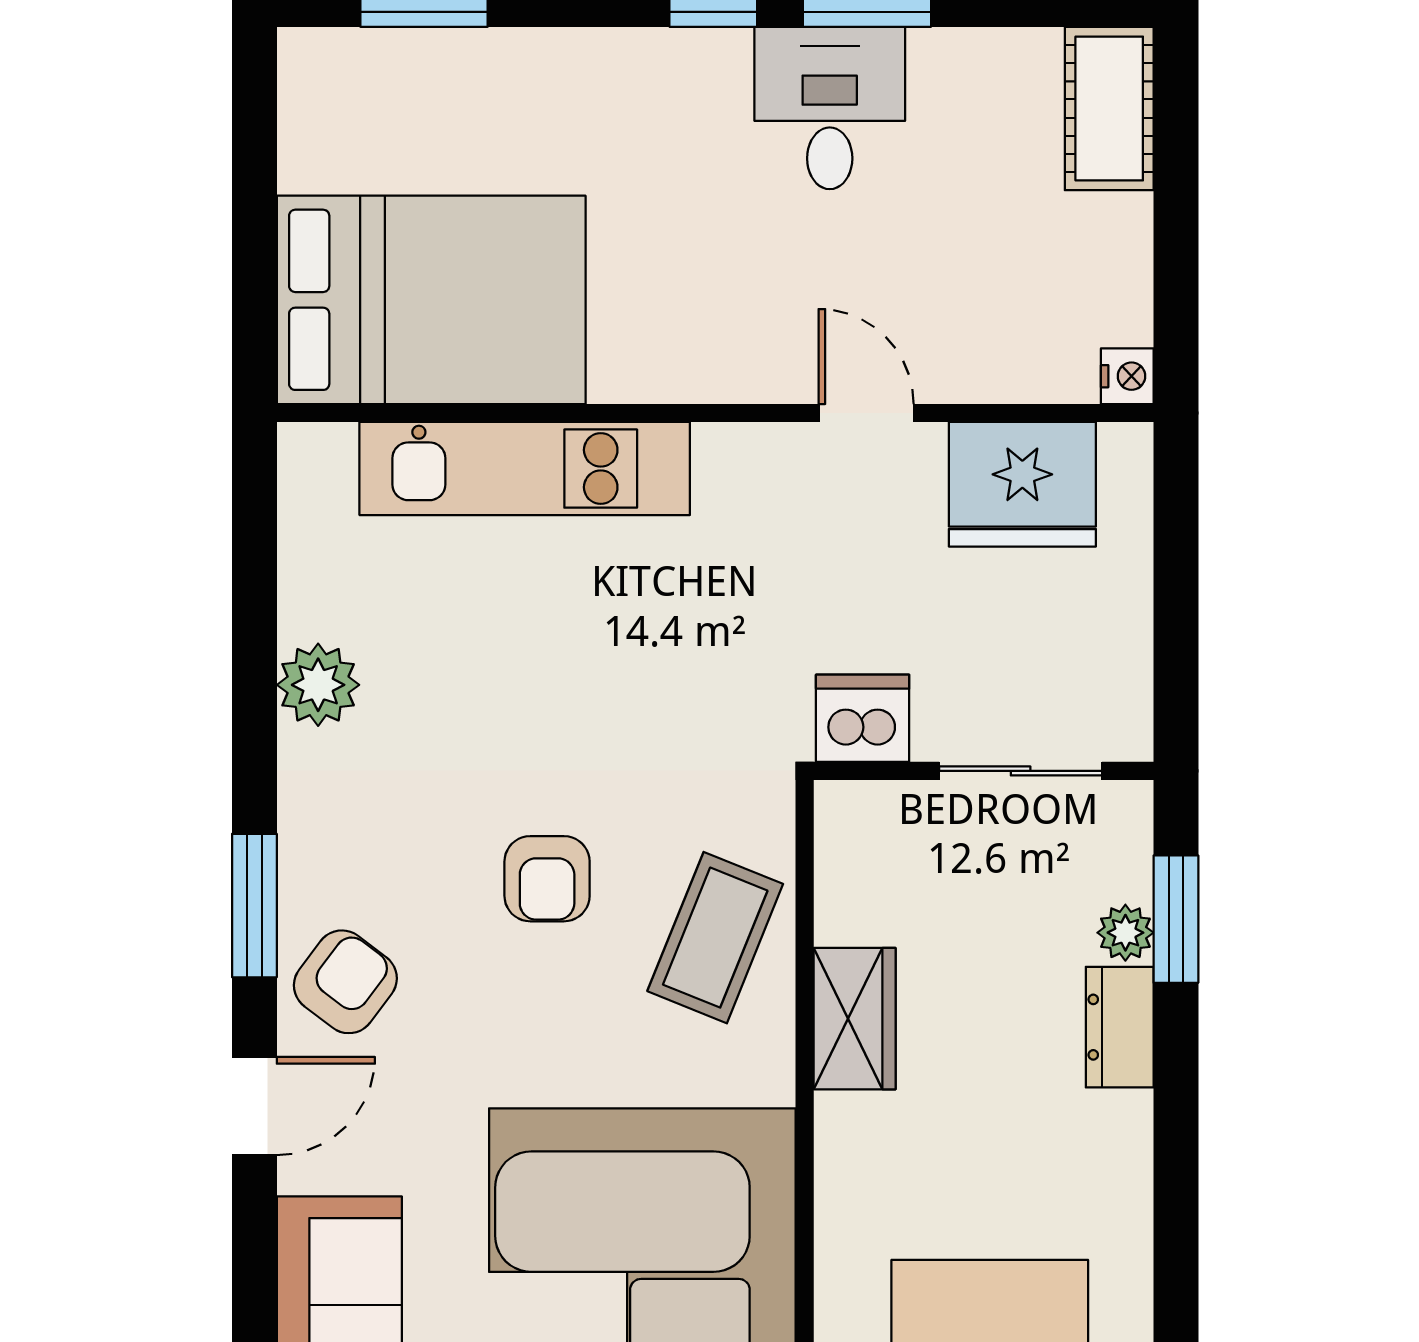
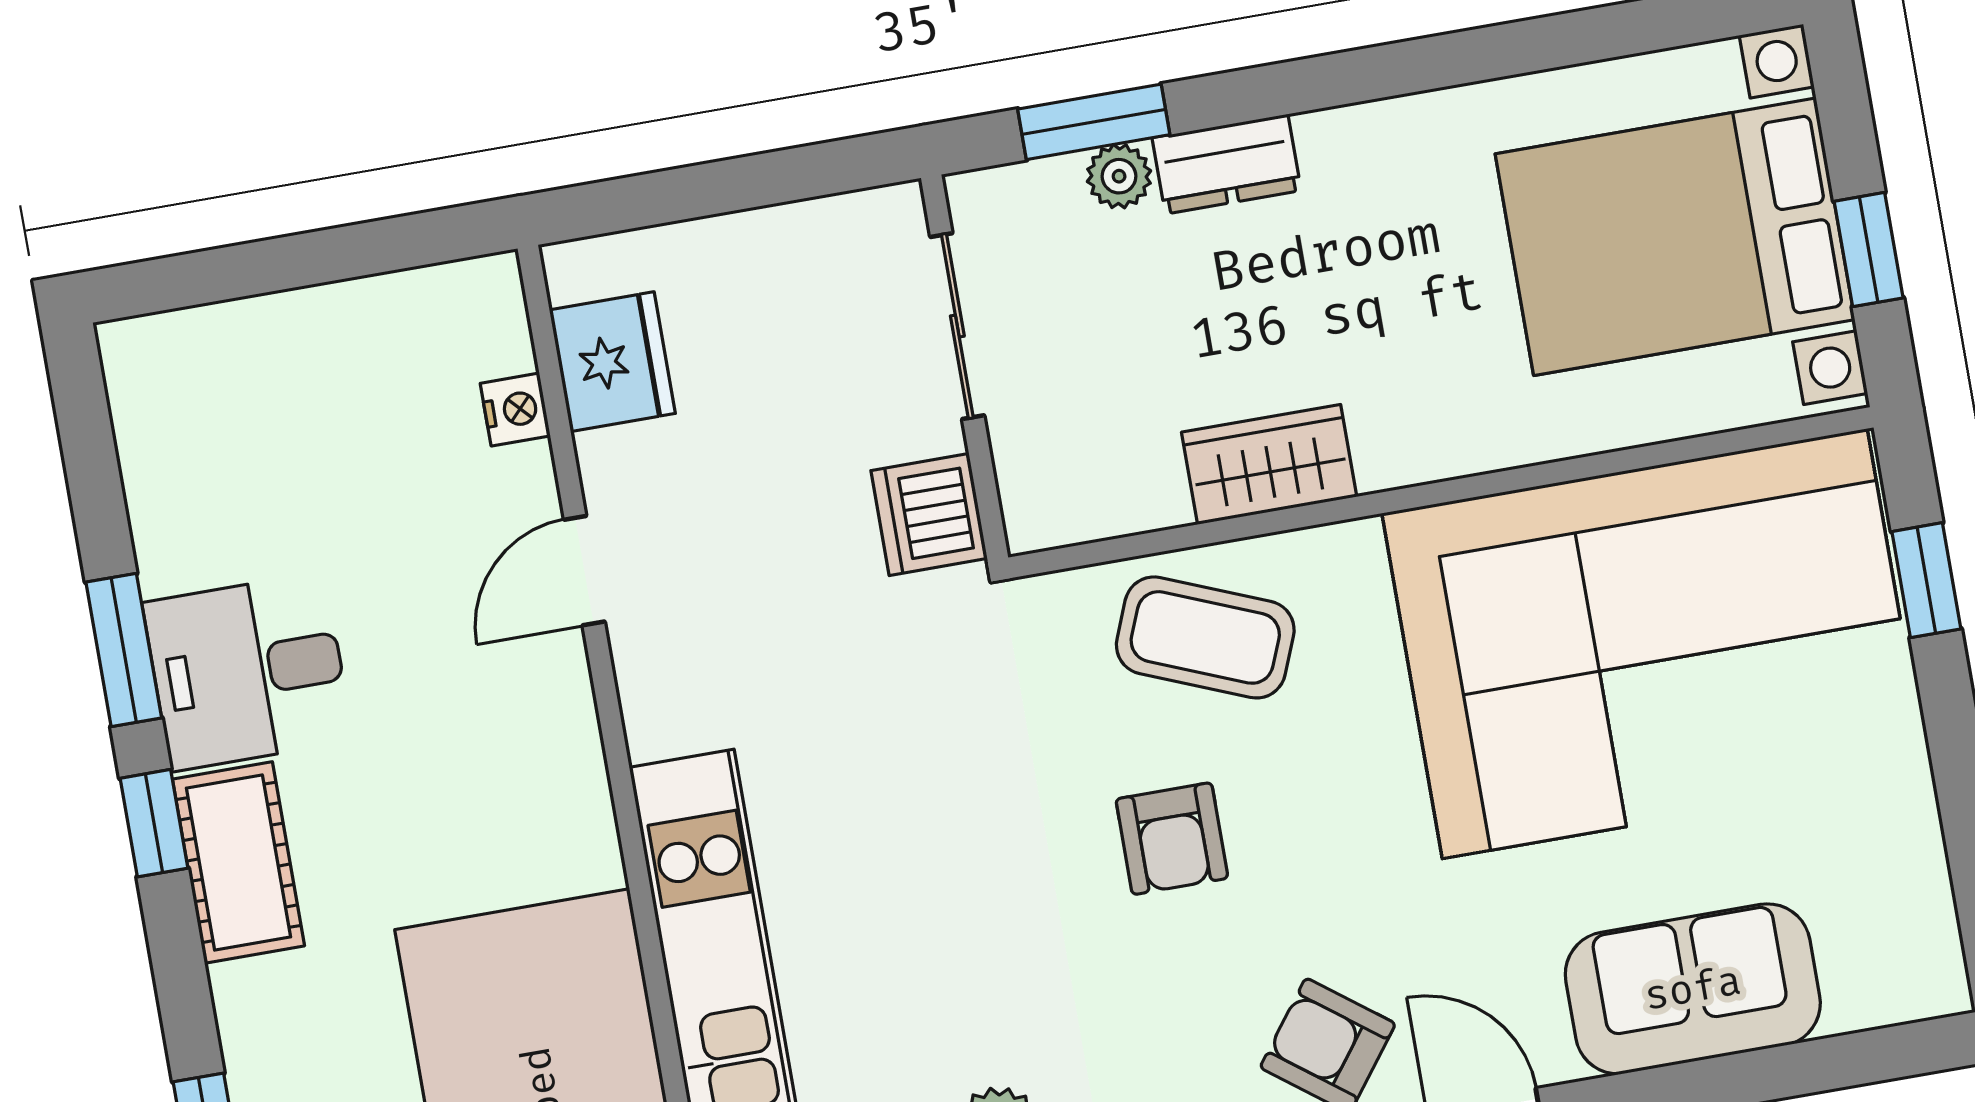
cot: (1109, 108) -> (238, 862), moved, turned 90
nightstand: (1127, 376) -> (515, 410), moved, turned 90
fridge: (1022, 484) -> (612, 362), width x0.73, depth x0.75
armchair: (547, 879) -> (1172, 839), turned 90

